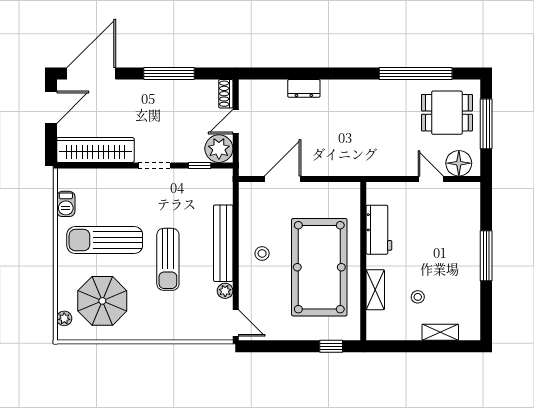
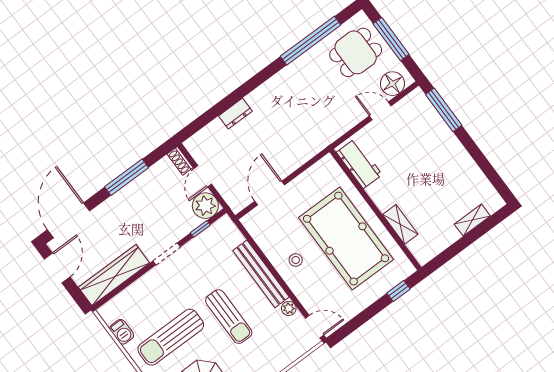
workbench: (379, 230) -> (359, 163), moved
window: (486, 256) -> (444, 110), moved
stool: (418, 297) -> (436, 206), removed

